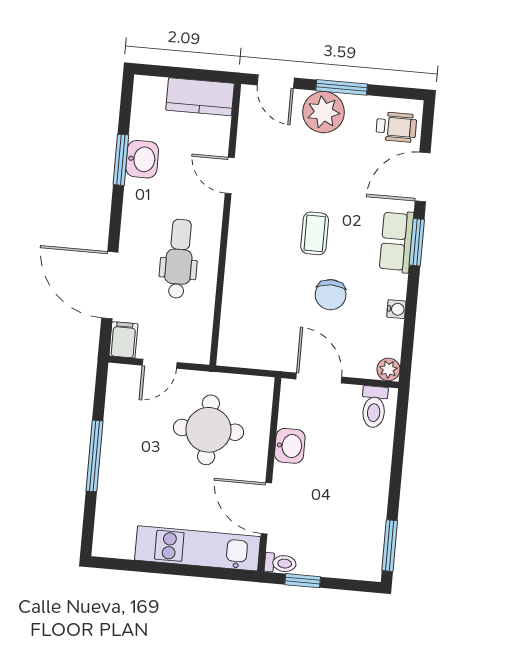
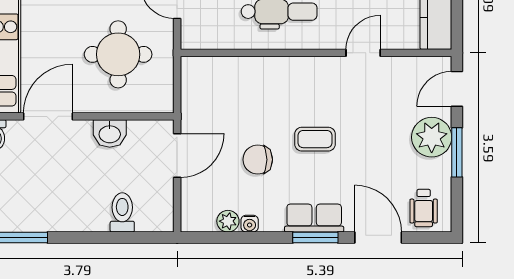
plant: (388, 369) -> (228, 221), moved
toilet: (374, 407) -> (122, 212), moved, turned 90

